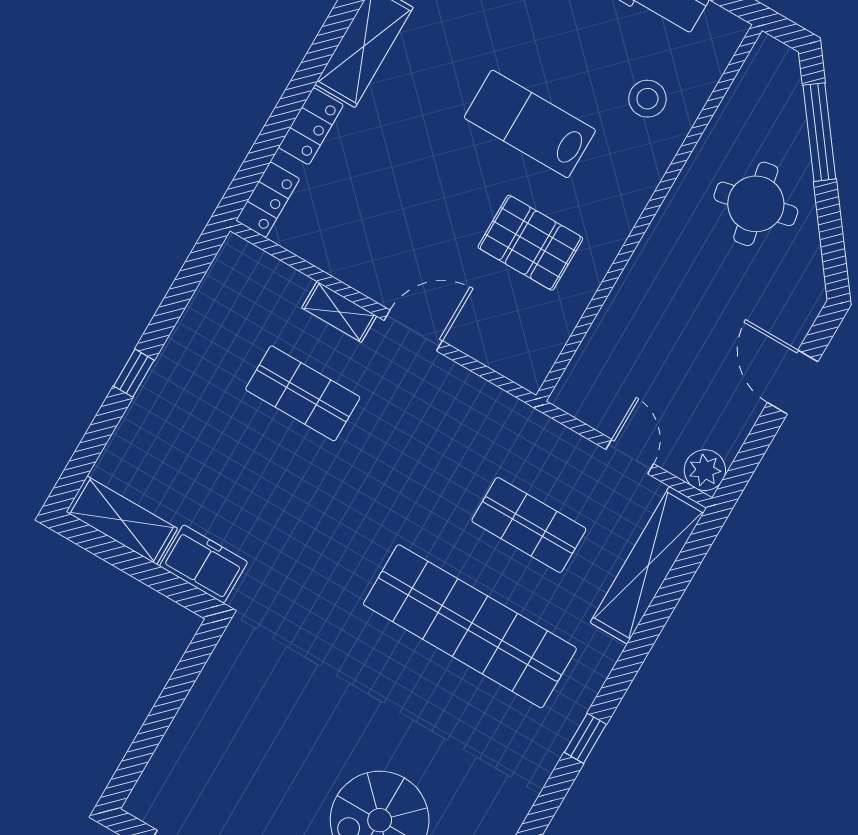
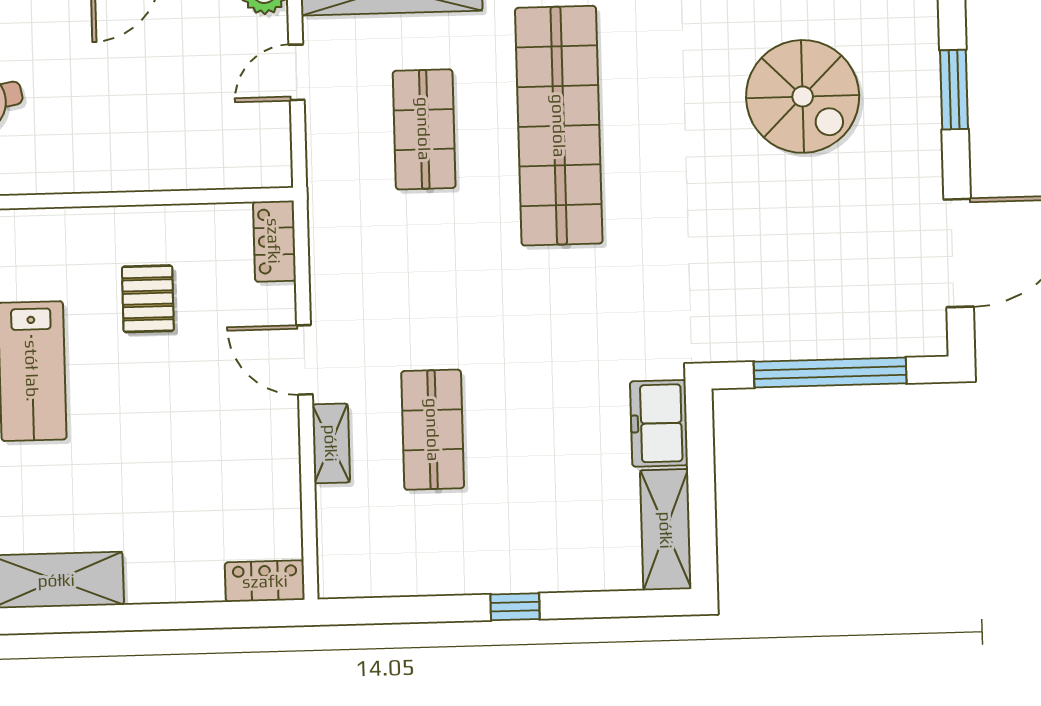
locker: (311, 126) -> (274, 241), moved, turned -90
pallet: (530, 243) -> (148, 299), width x0.67, depth x0.71
window: (163, 714) -> (830, 373), added

